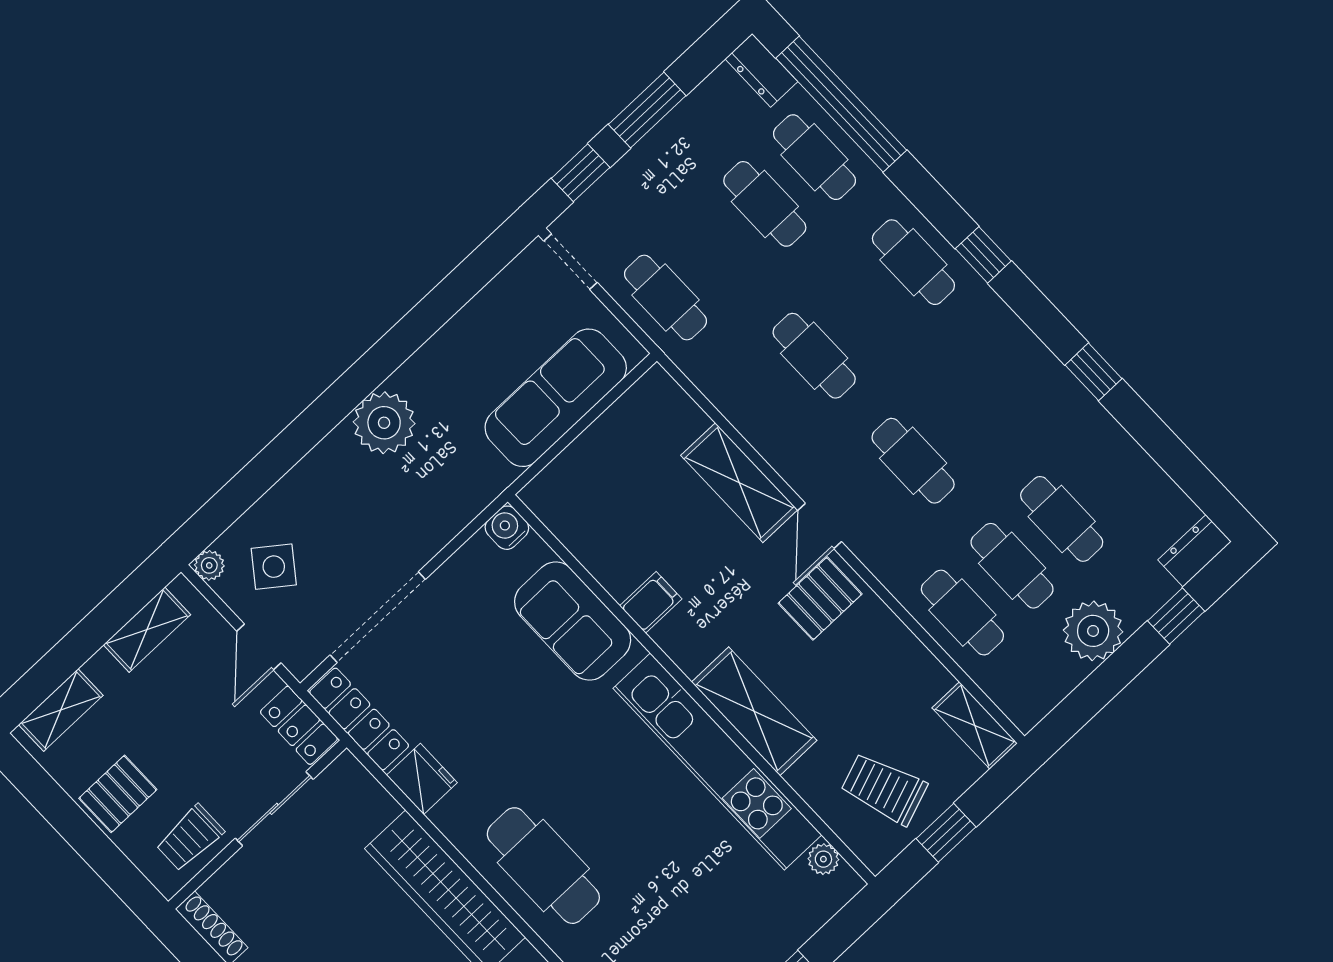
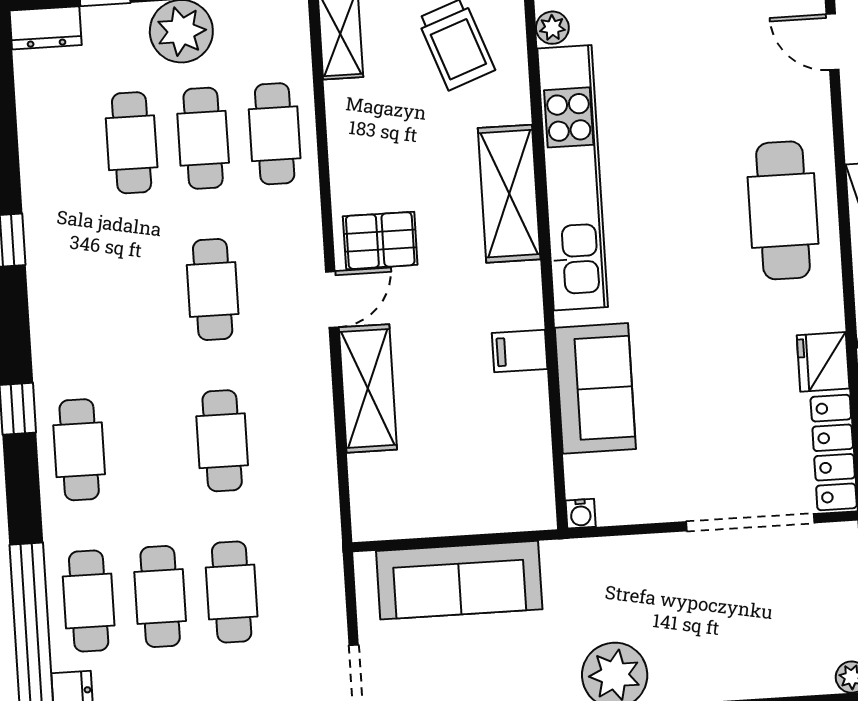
cafe table: (666, 298) -> (232, 592), moved
water cooler: (507, 528) -> (581, 514), width x0.72, depth x0.72
side table: (274, 567) -> (800, 633), removed

